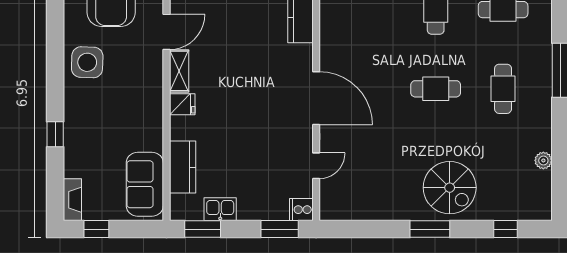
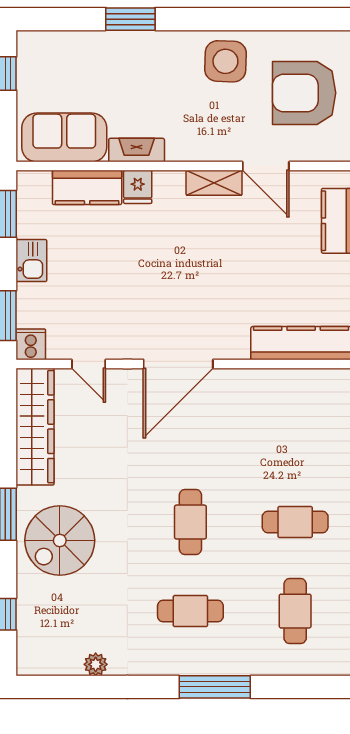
fridge: (182, 104) -> (138, 187), moved
window: (55, 134) -> (130, 19), width x1.50
fireplace: (72, 200) -> (137, 150), moved, turned 180
wardrobe: (364, 206) -> (35, 427), added
kitchen sink: (220, 209) -> (31, 261), moved

